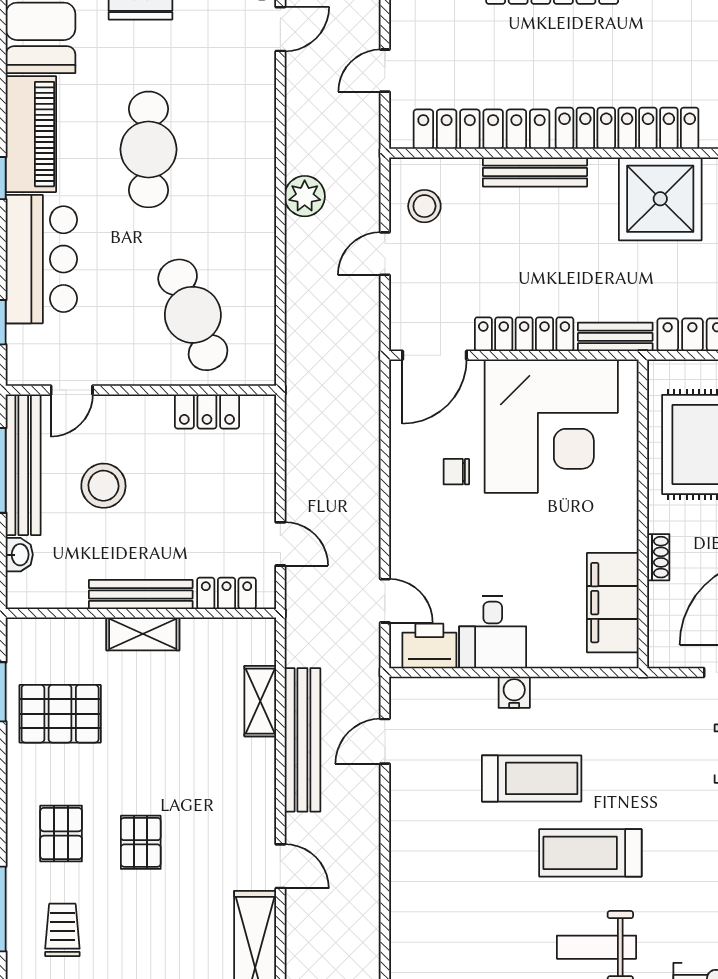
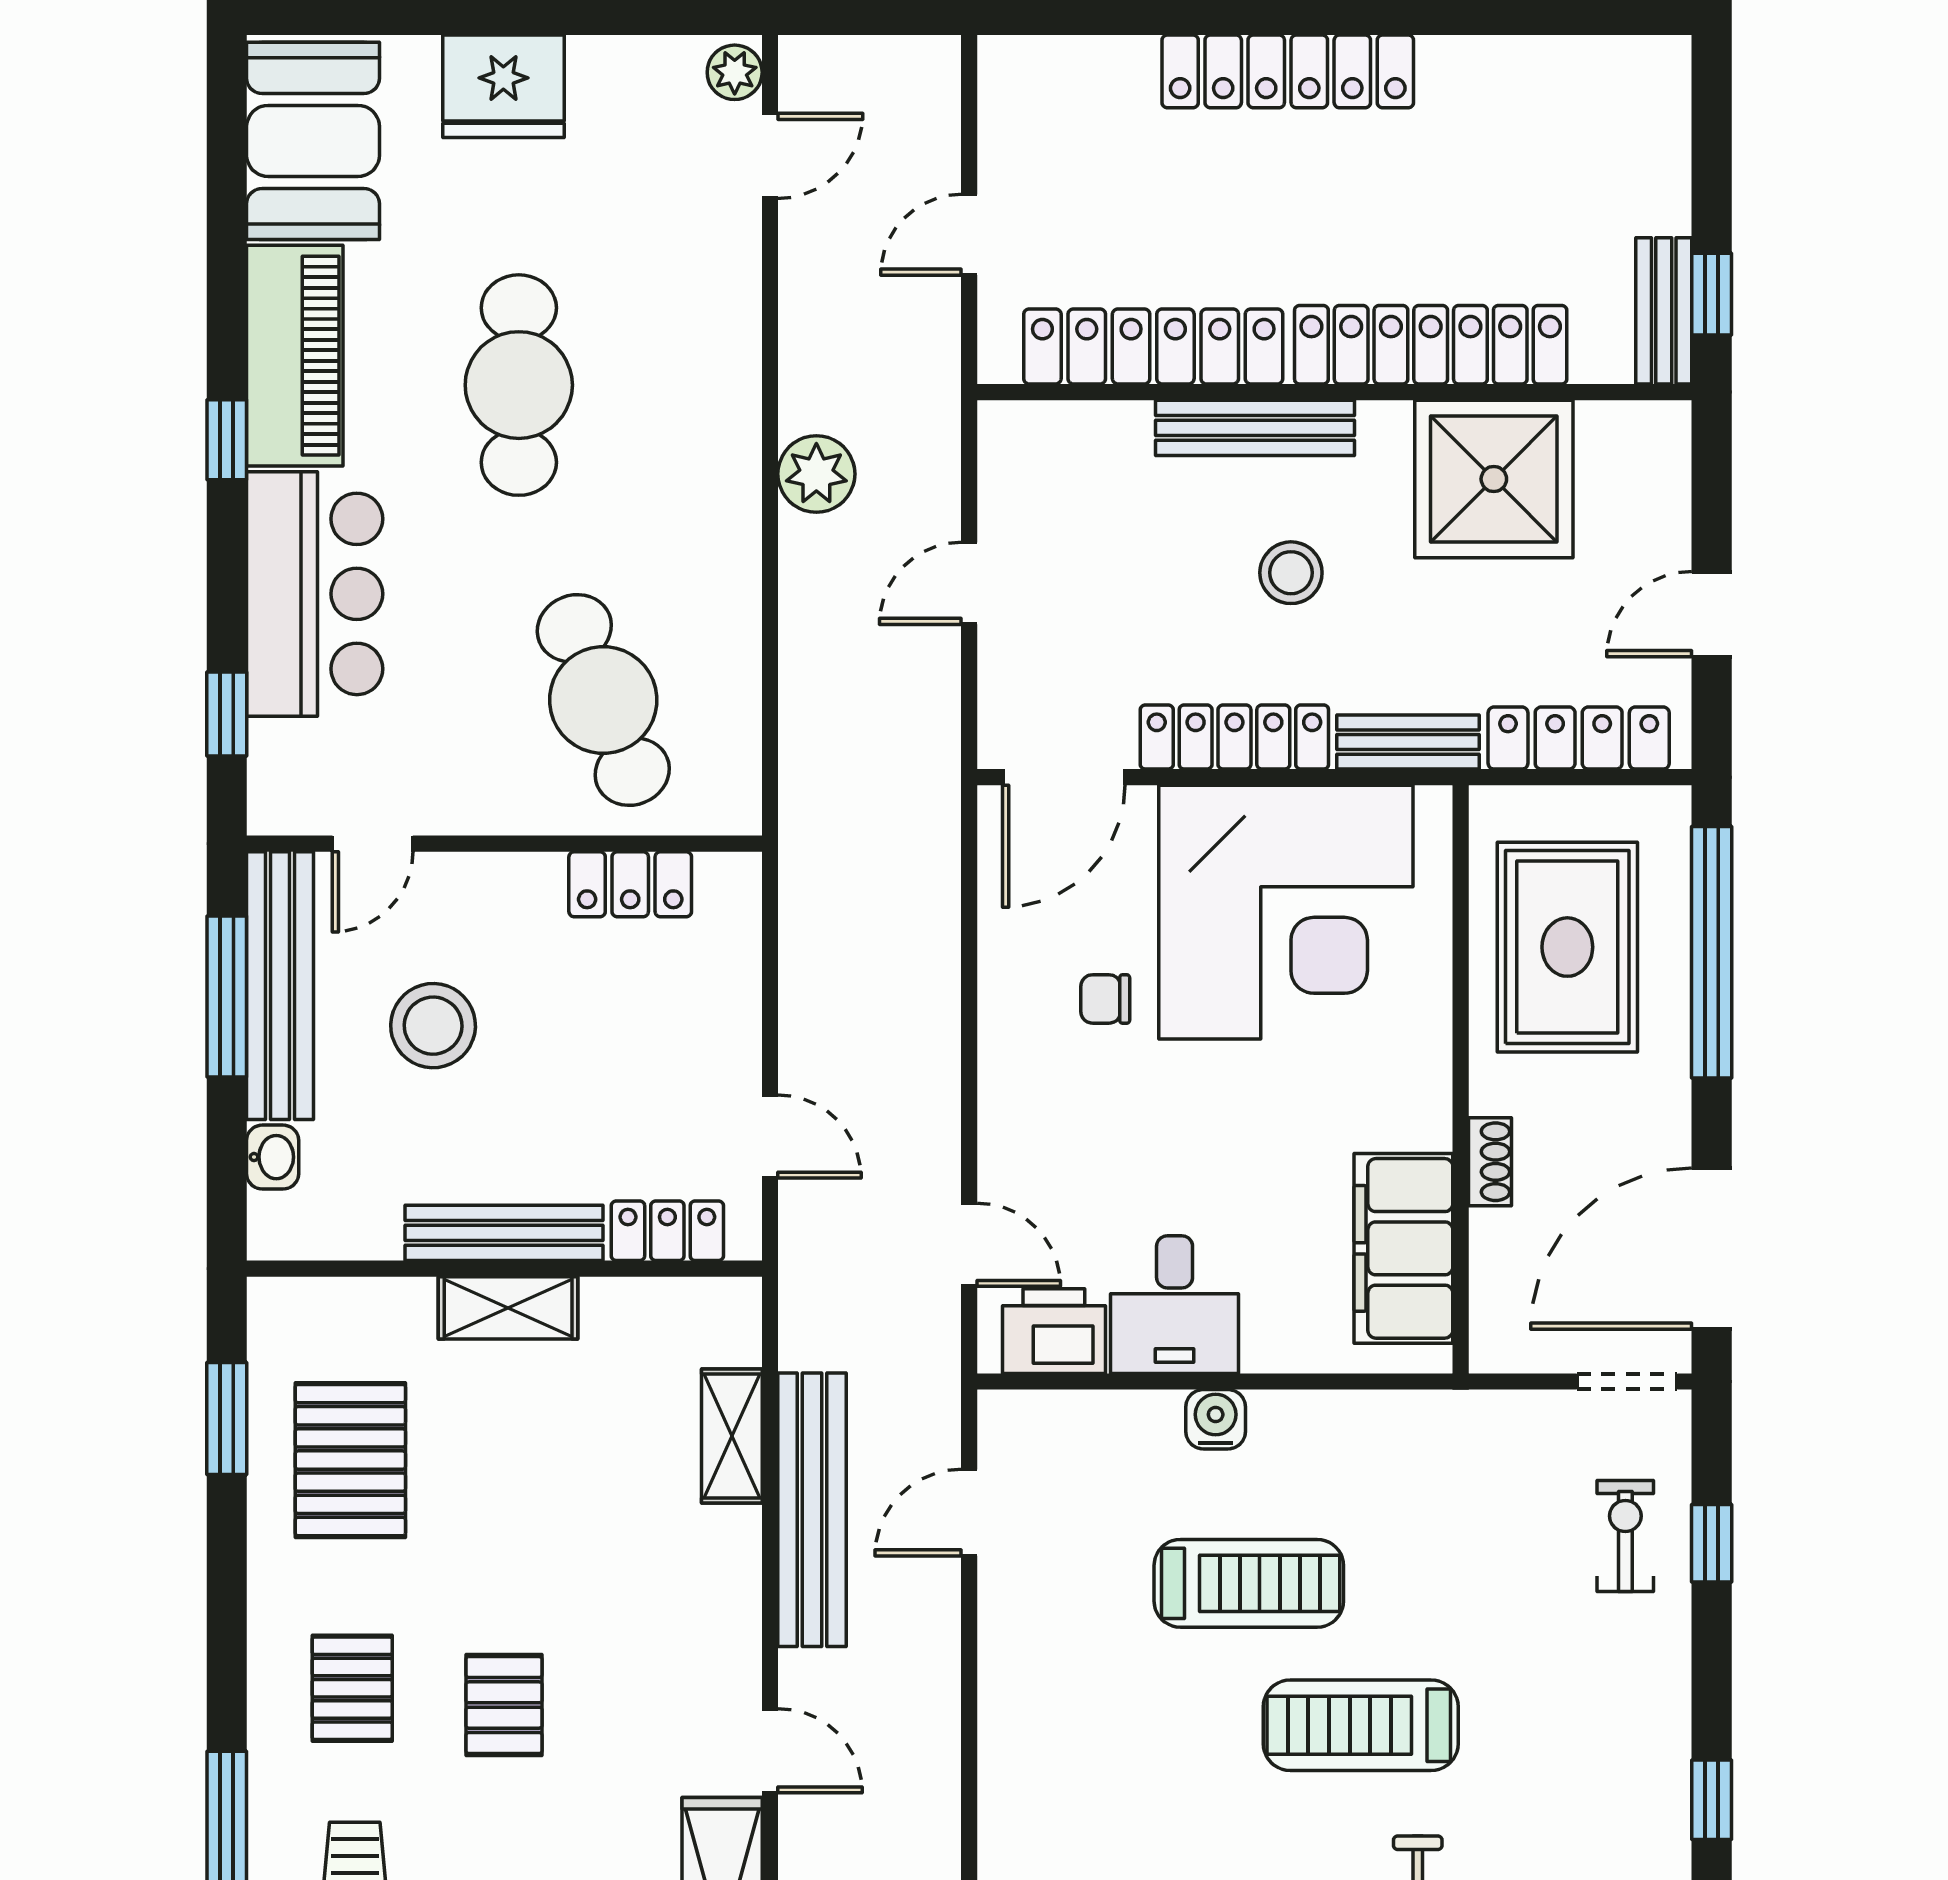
stool: (424, 206) -> (1291, 573), moved
pallet: (60, 714) -> (350, 1460), turned 90

